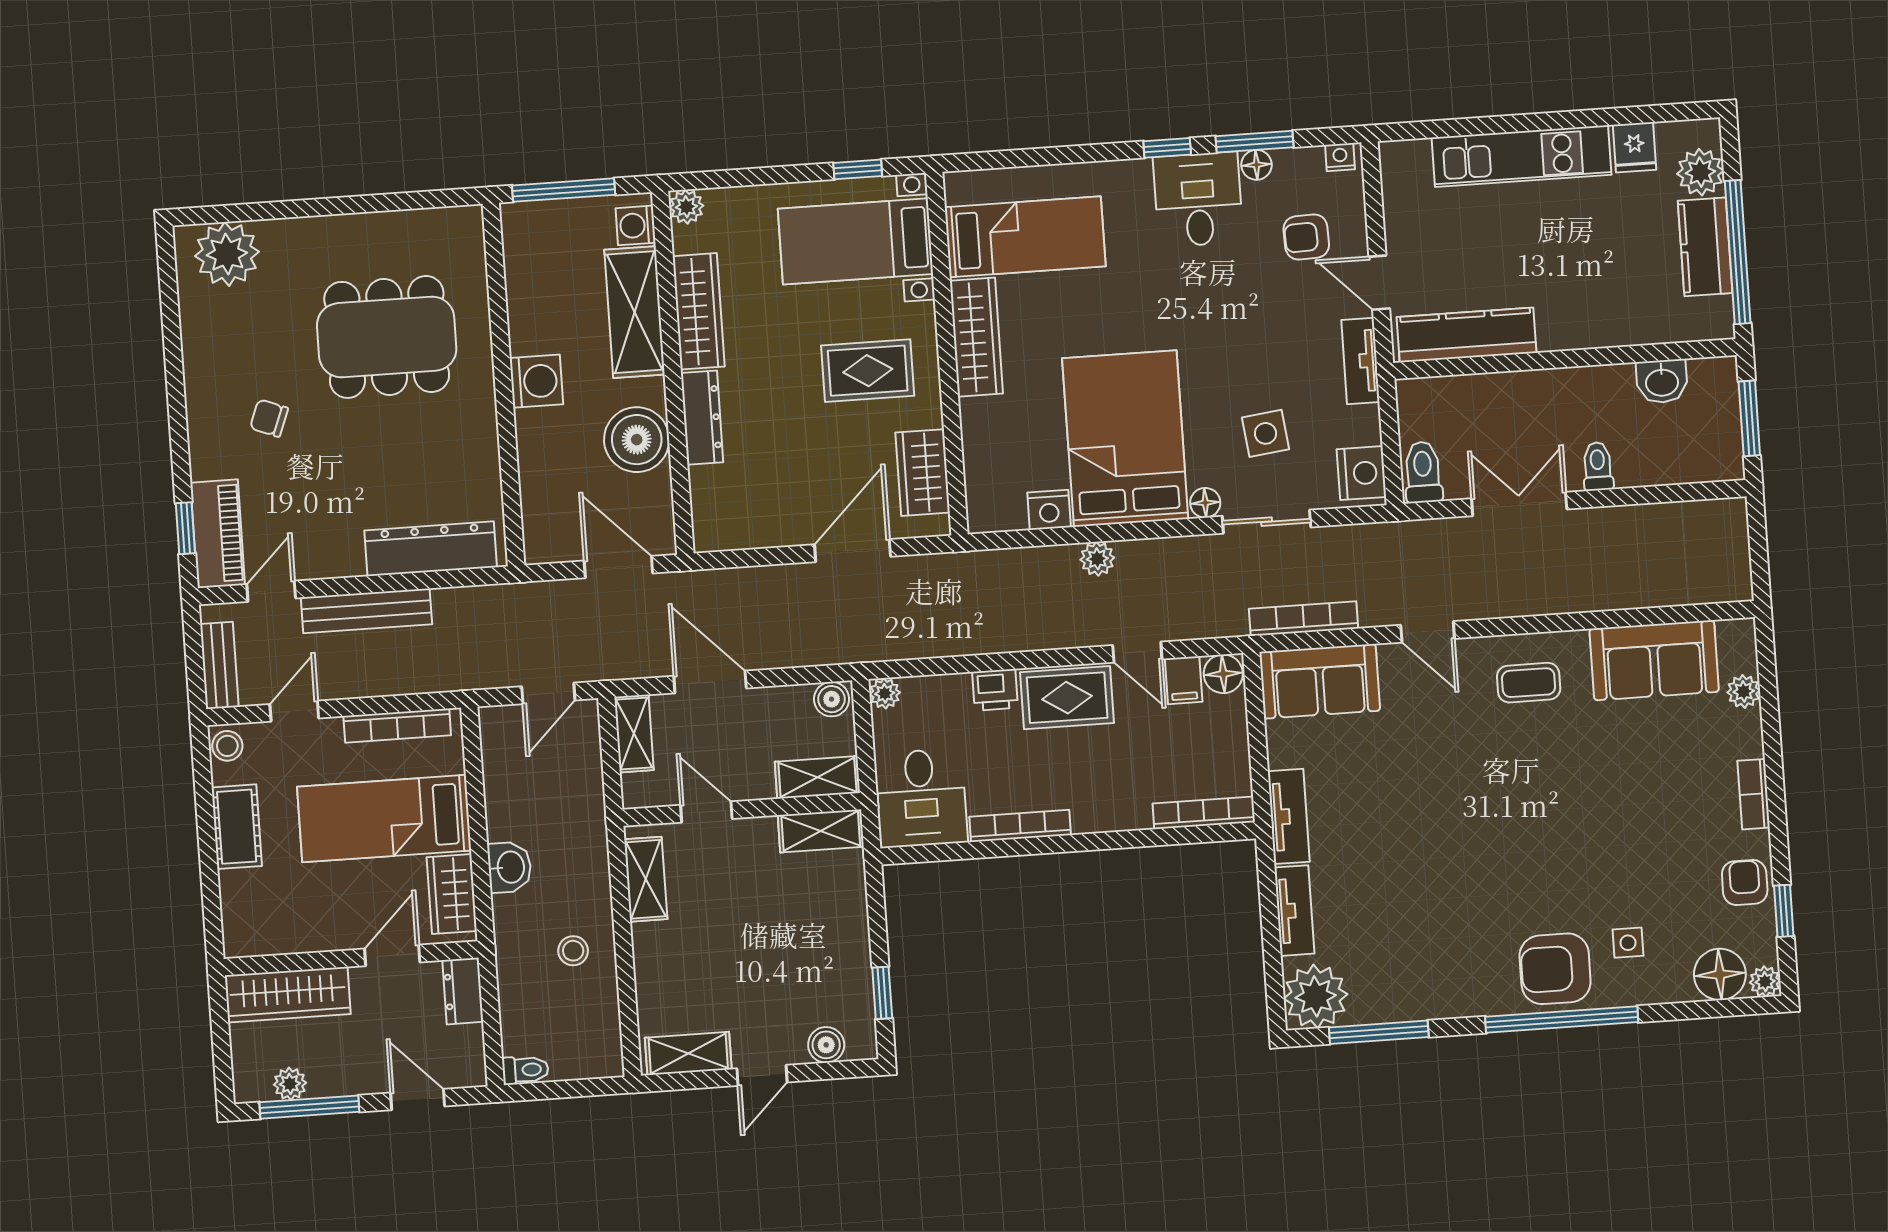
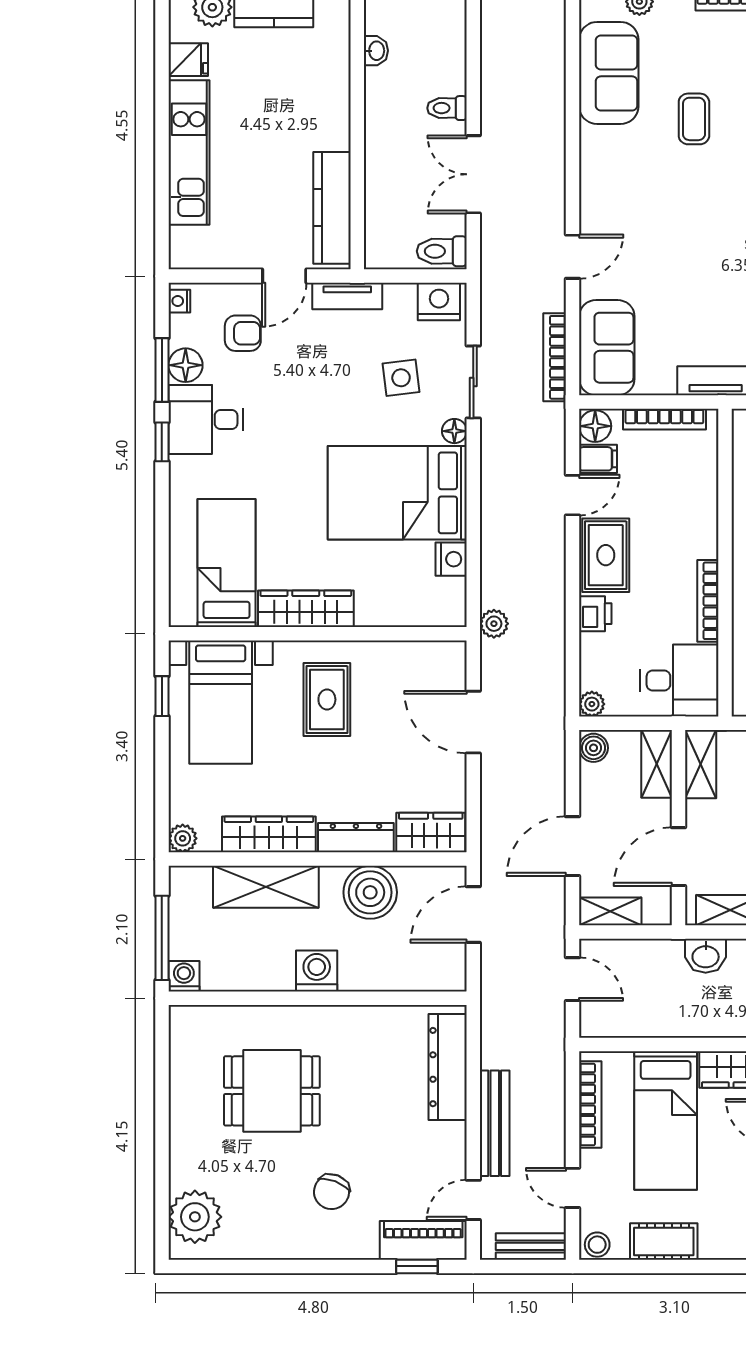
floor lamp: (1256, 165) -> (186, 365), width x1.37, depth x1.37
washing machine: (636, 225) -> (184, 976), moved, turned 180
armchair: (1306, 237) -> (243, 333), turned -88
dining table: (387, 337) -> (272, 1091), width x0.73
washbasin: (1662, 381) -> (376, 51), width x0.72, depth x0.69
chair: (269, 418) -> (332, 1192), width x1.37, depth x1.37
wardrobe: (923, 473) -> (431, 833), moved, turned 180
plant: (1097, 559) -> (494, 624), moved
door: (271, 591) -> (473, 1200), hinge flipped
coffee table: (1529, 683) -> (694, 119), moved
door: (706, 812) -> (679, 857), width x1.38
bookcase: (1204, 813) -> (664, 419), moved, turned -90
washbasin: (510, 867) -> (706, 956), moved, turned 180

